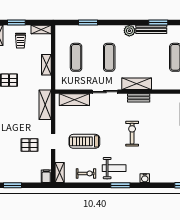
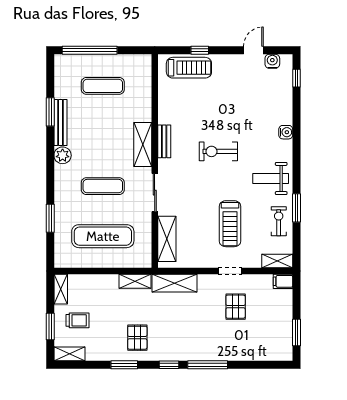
exercise mat: (76, 57) -> (103, 236), width x1.36, depth x1.45
shelving: (46, 65) -> (135, 281), moved
weight bench: (114, 168) -> (271, 178), turned -90
window: (120, 185) -> (297, 208), moved

